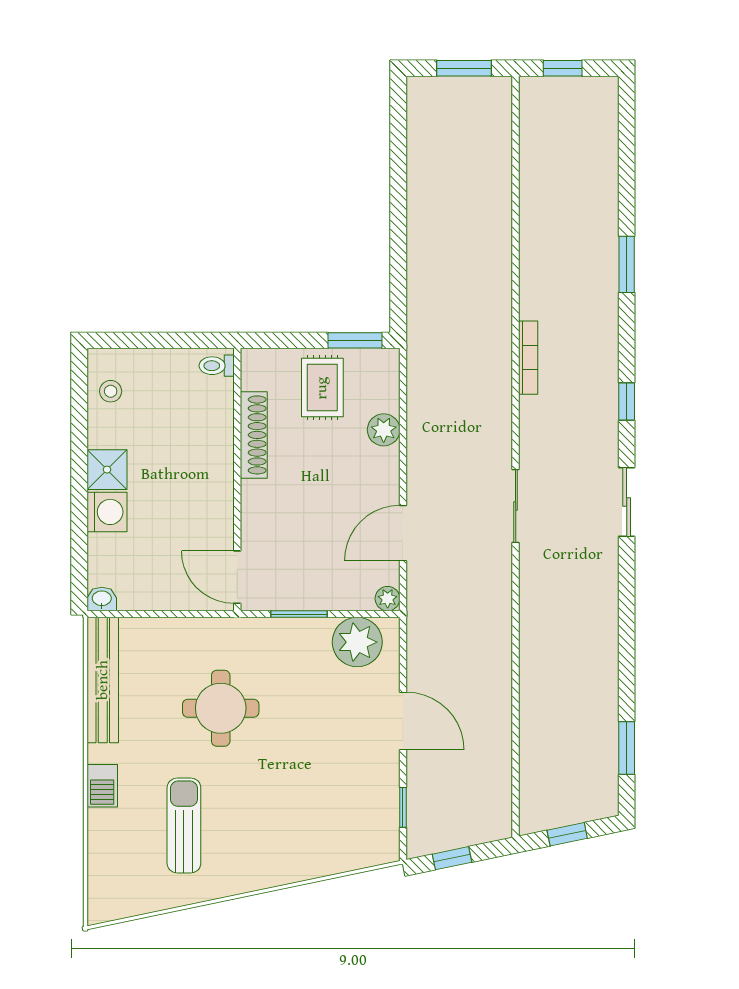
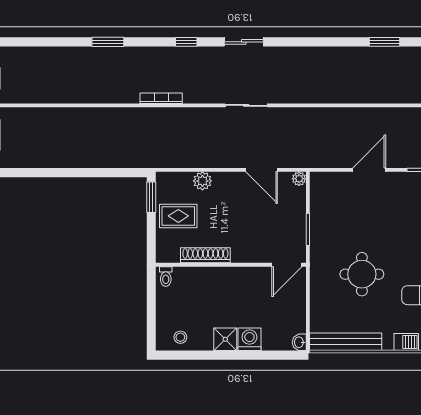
plant: (357, 642) -> (324, 196), removed

